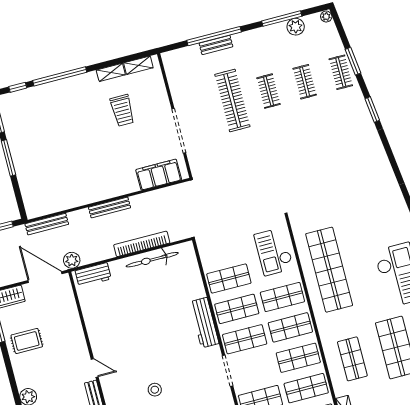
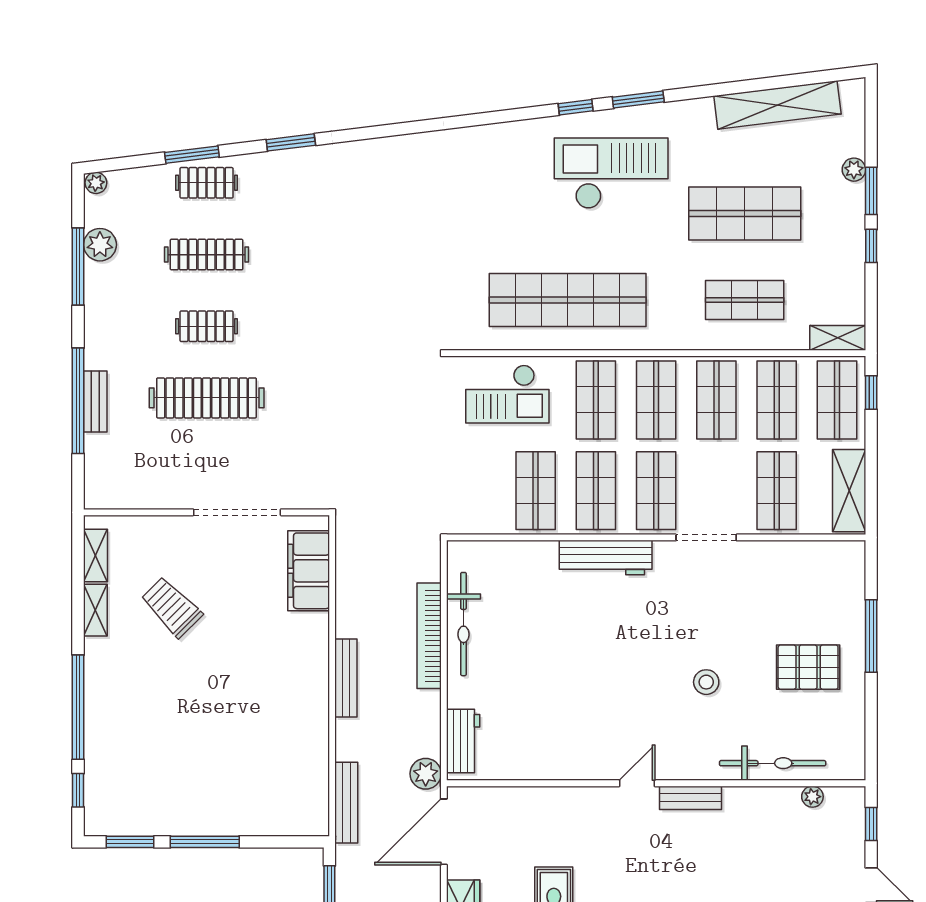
clothes rail: (305, 82) -> (207, 255), width x1.36
trolley: (122, 110) -> (172, 607), turned -135

